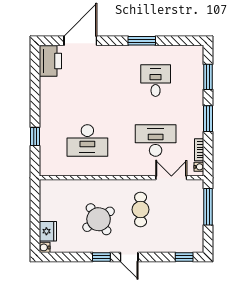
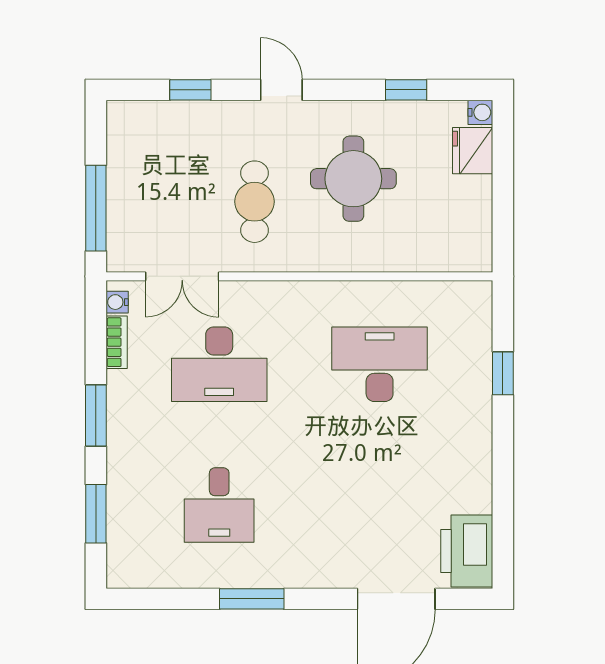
round table: (99, 219) -> (353, 179), turned 35
window: (101, 257) -> (406, 90), moved
window: (184, 257) -> (190, 90), moved

